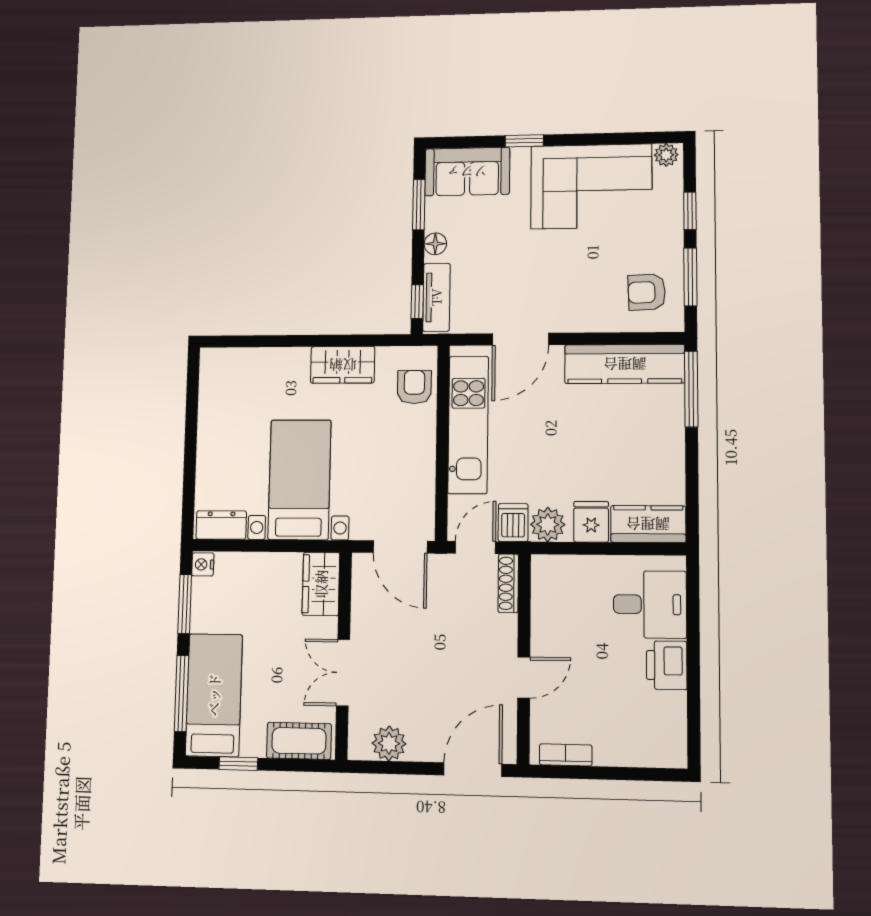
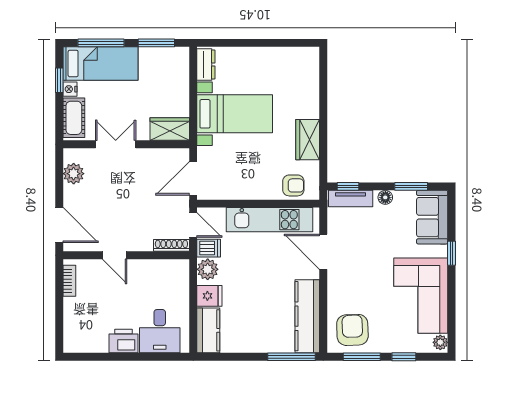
armchair: (647, 292) -> (352, 330), width x1.38, depth x1.38
nightstand: (203, 564) -> (70, 89), moved, turned -90

